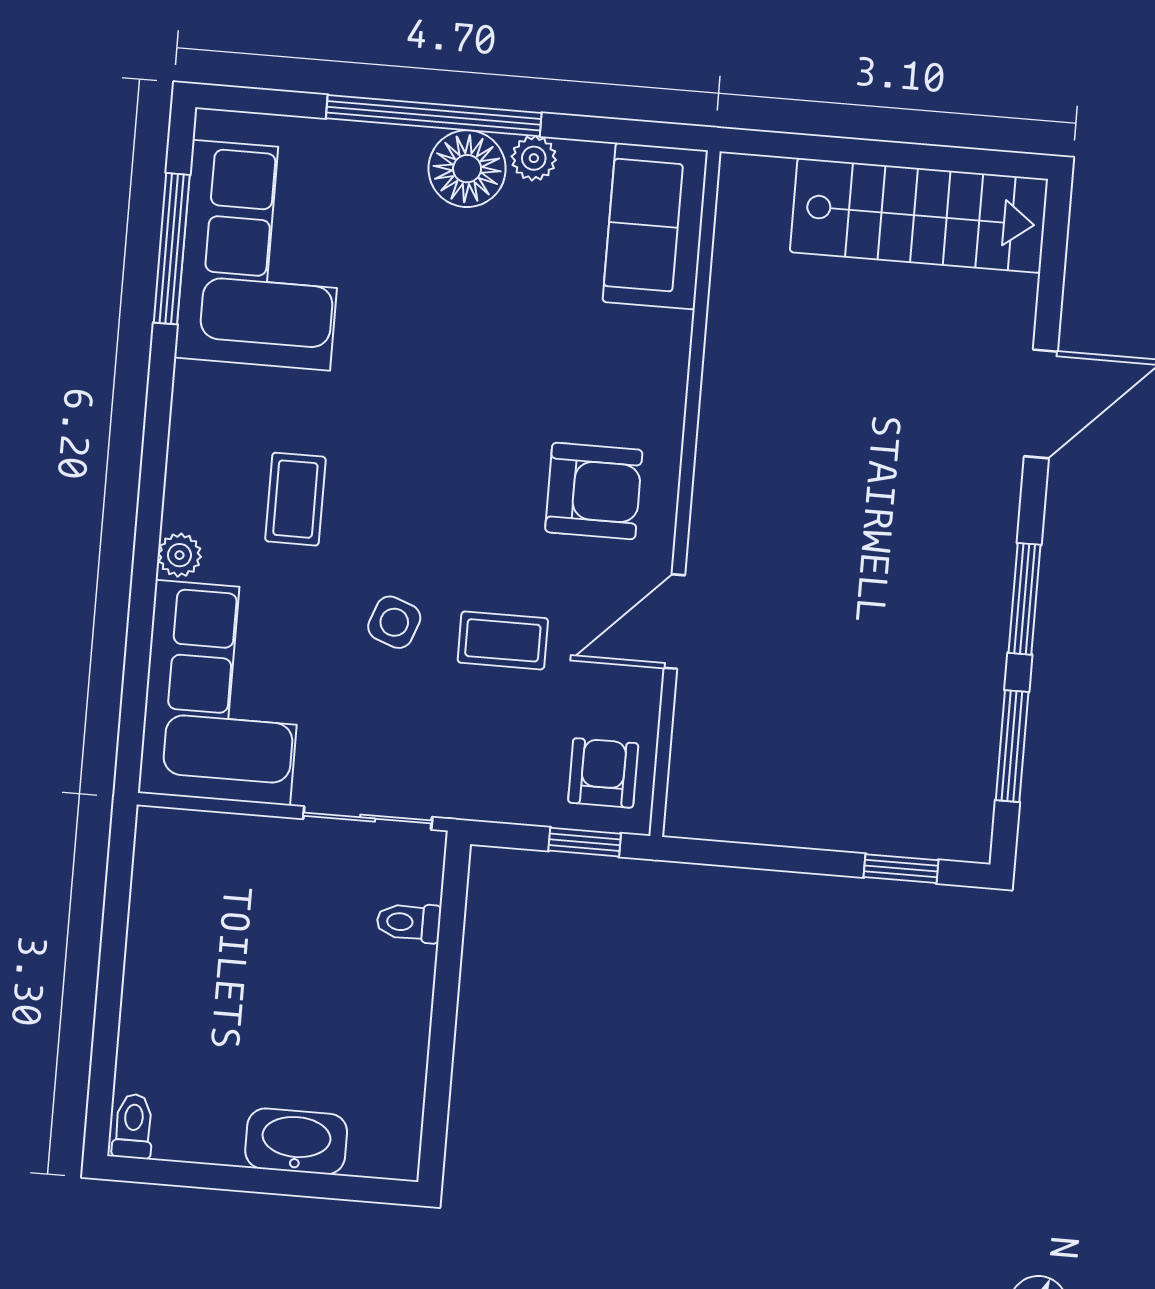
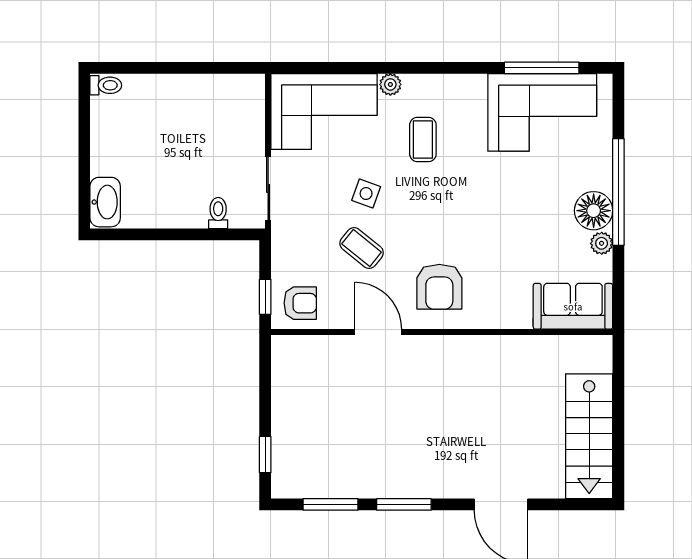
coffee table: (295, 499) -> (423, 139), turned 90
coffee table: (503, 640) -> (362, 248), turned -51
washbasin: (296, 1141) -> (105, 202), moved

